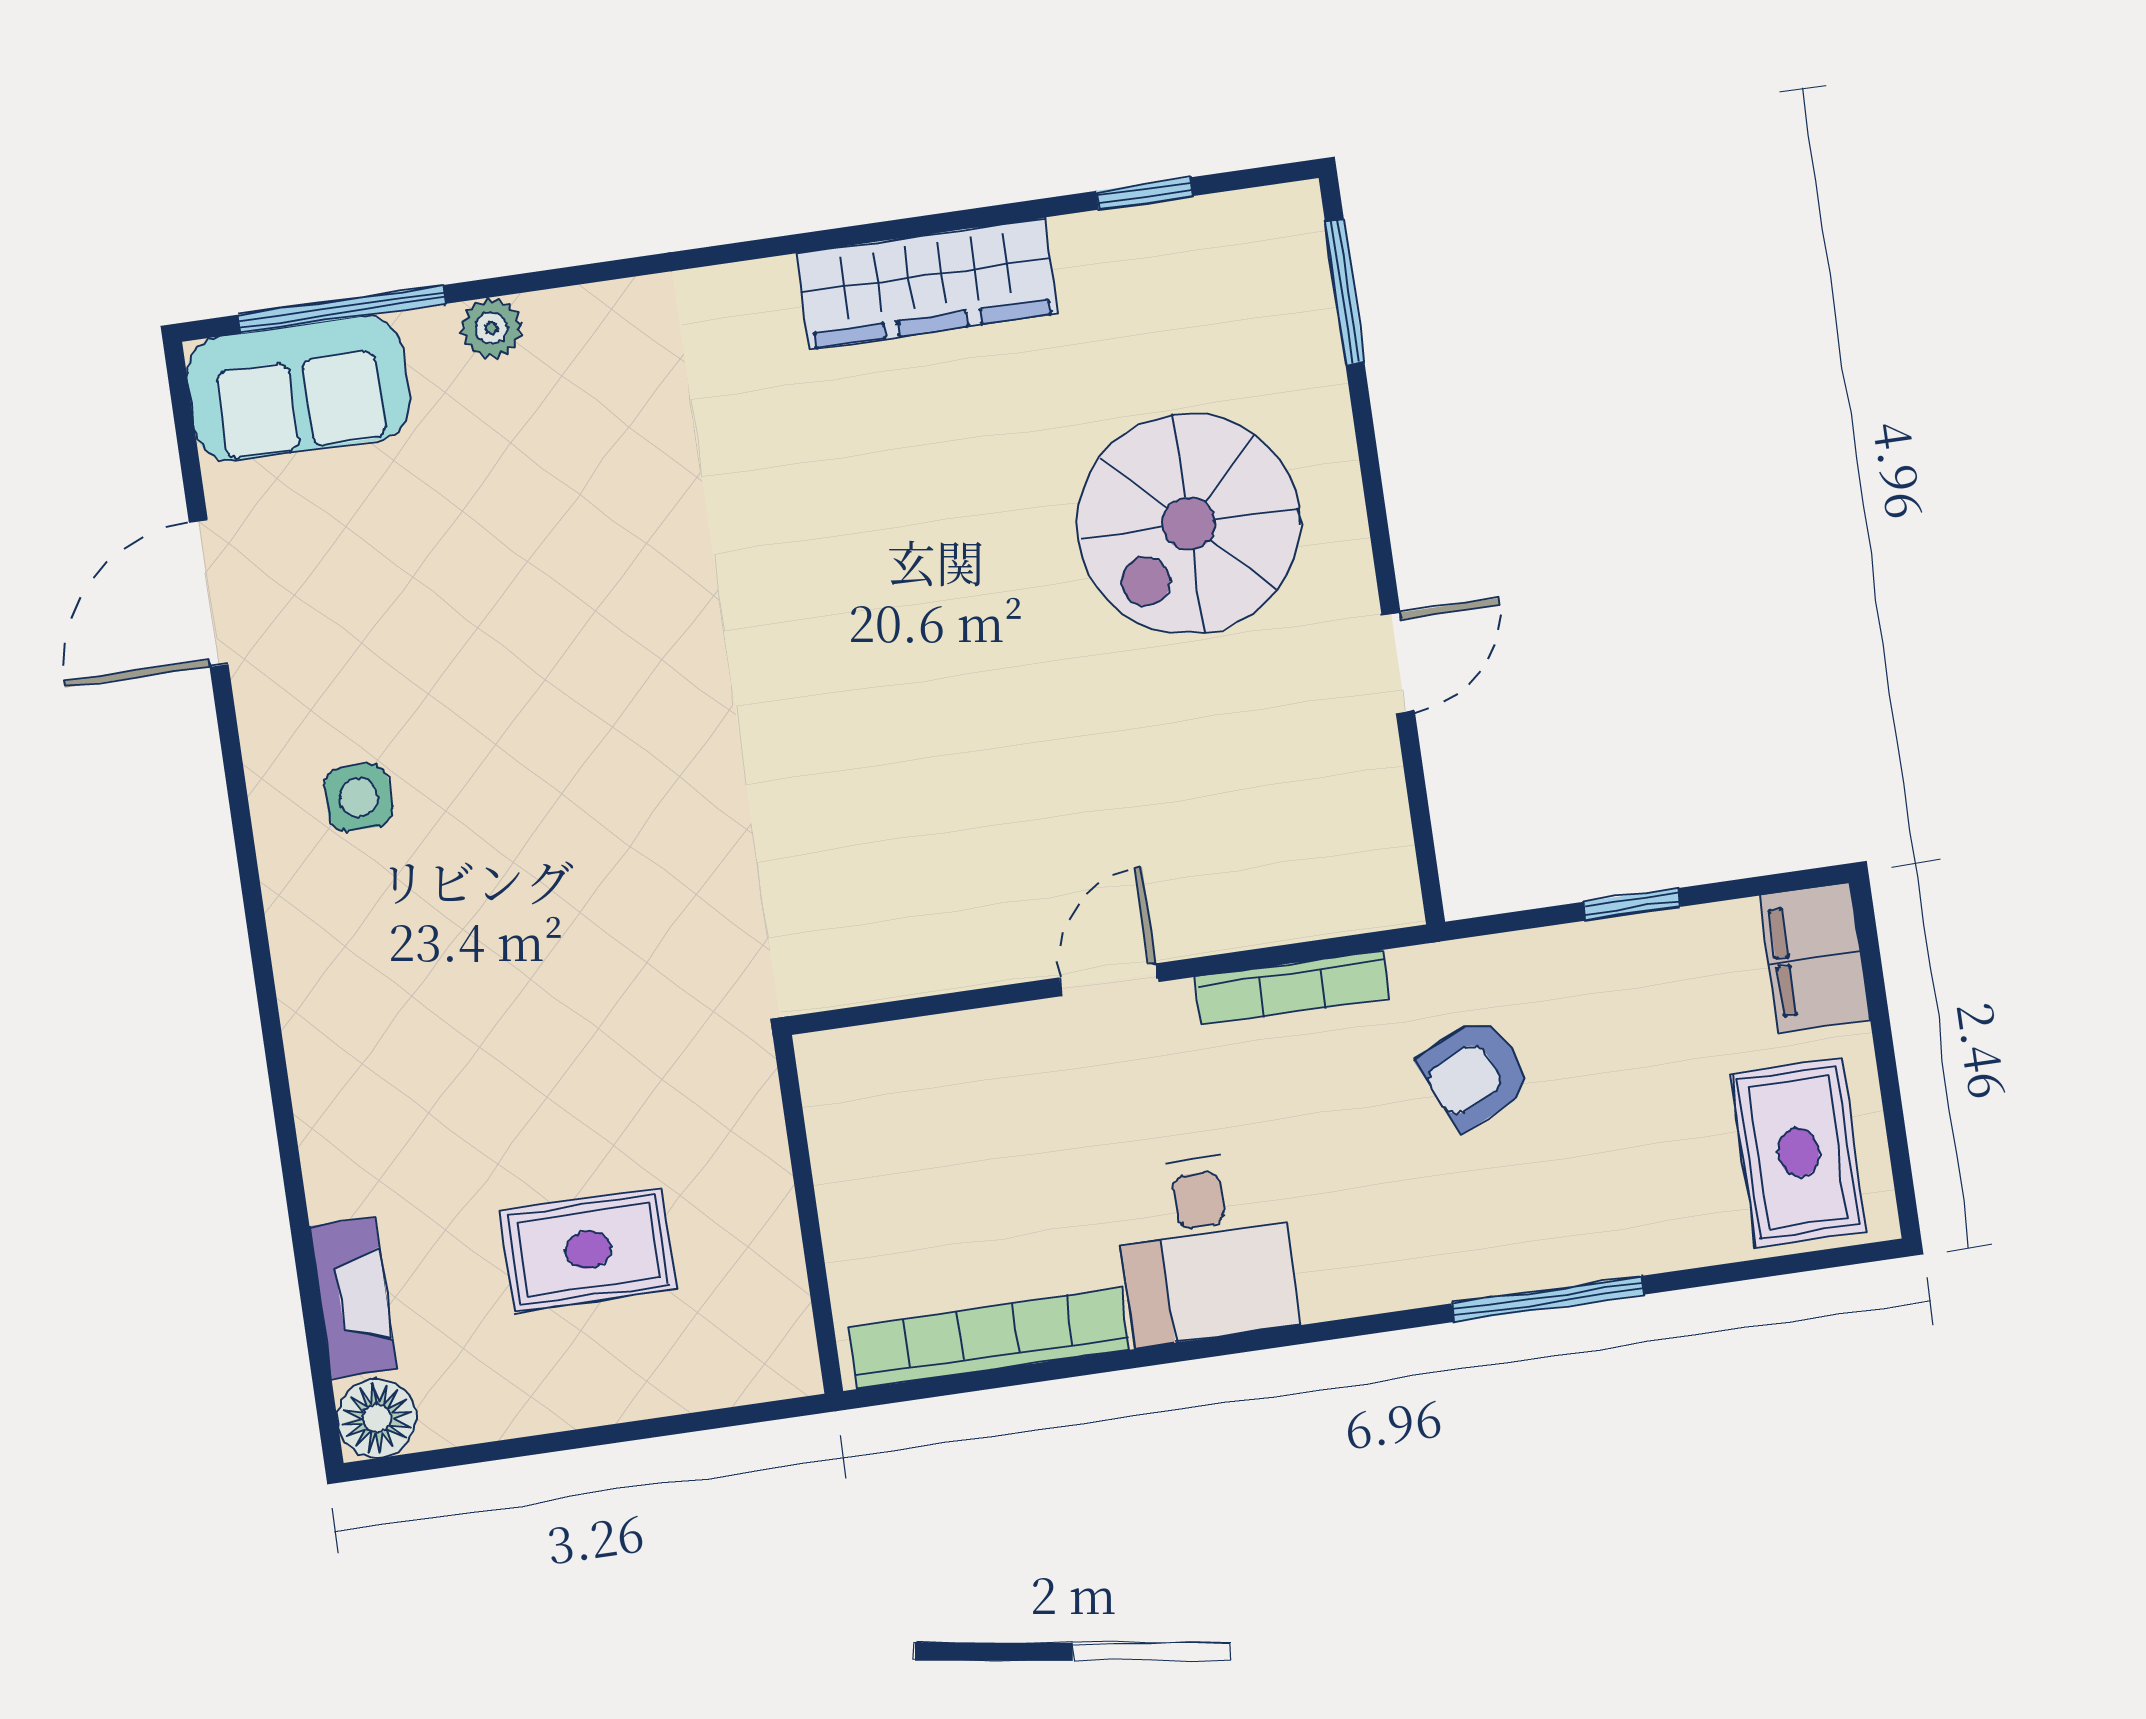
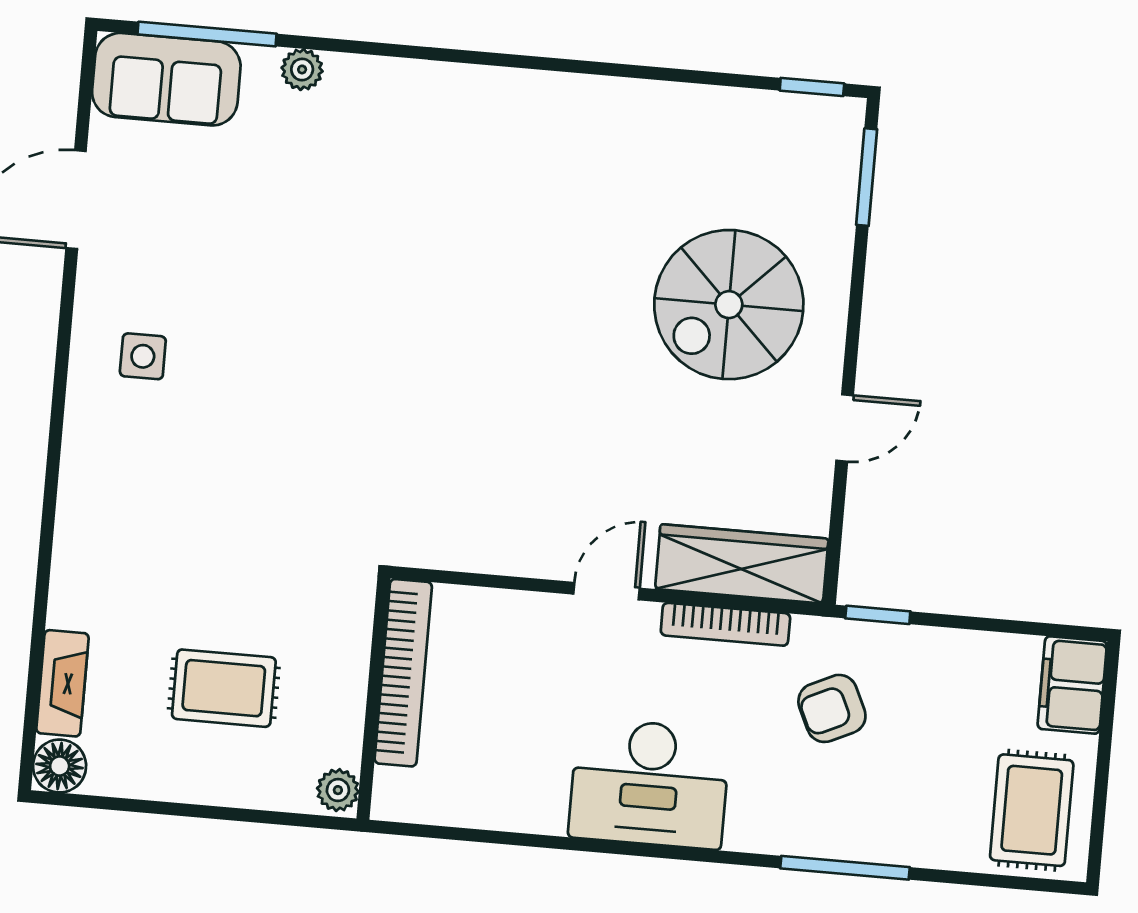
window: (1144, 194) -> (812, 87), moved
wardrobe: (927, 283) -> (742, 564), moved, turned 180
window: (1632, 904) -> (878, 615), moved
desk: (1205, 1248) -> (649, 784), width x1.37
bookcase: (989, 1338) -> (403, 673), moved, turned 90
plant: (788, 1359) -> (338, 790), added

